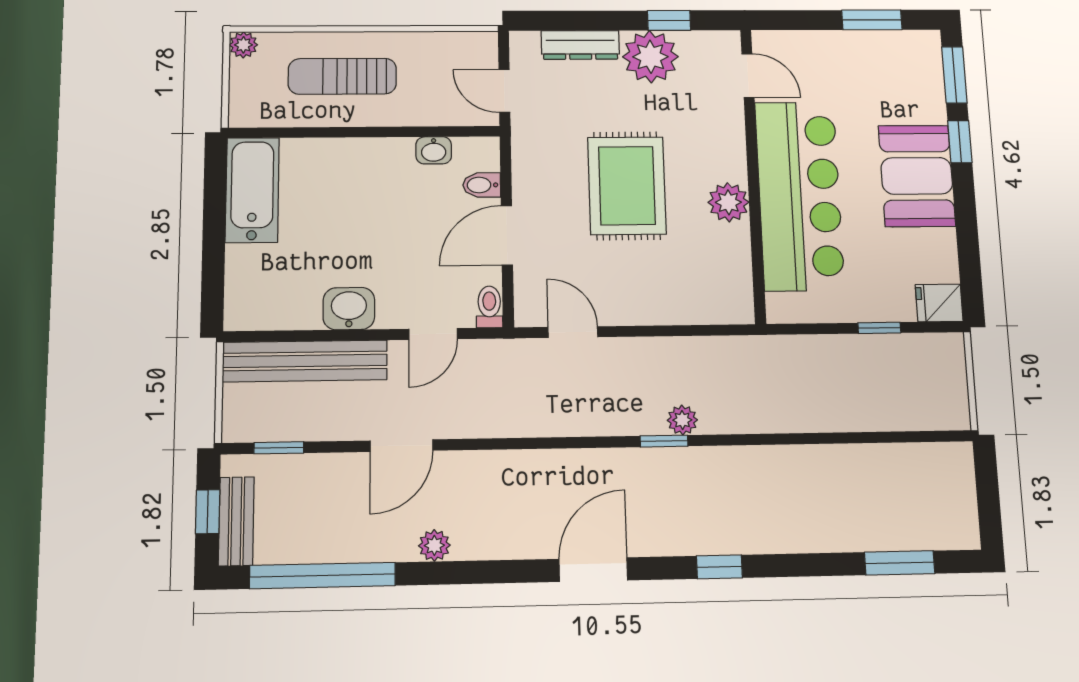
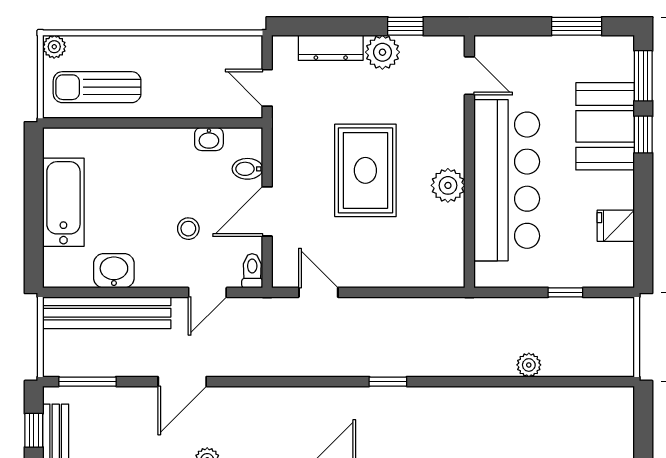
plant: (650, 57) -> (382, 52), width x0.73, depth x0.73
sun lounger: (342, 76) -> (97, 87), moved
booth: (917, 176) -> (605, 126), moved
bathtub: (252, 190) -> (63, 202), moved
stool: (409, 257) -> (188, 229), added
fridge: (939, 303) -> (616, 226), moved
washbasin: (349, 309) -> (114, 271), moved
plant: (682, 420) -> (529, 365), moved
window: (279, 448) -> (87, 382), width x1.50

